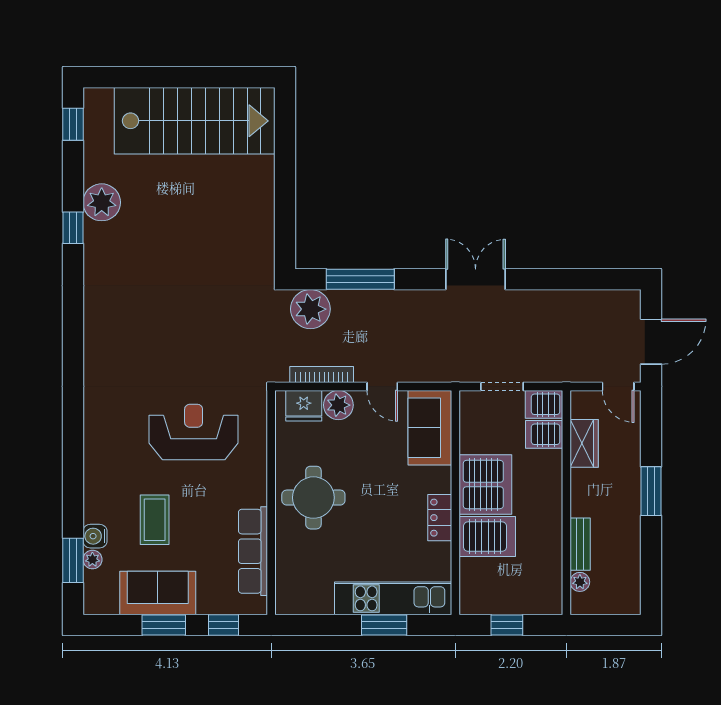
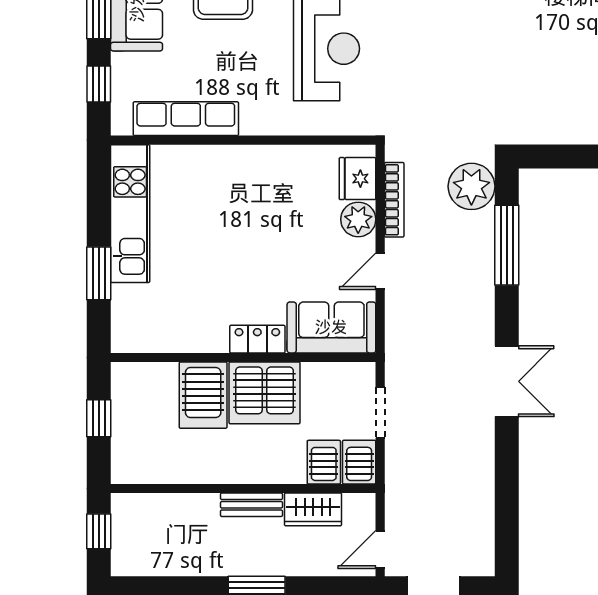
round table: (313, 498) -> (249, 190), removed
locker: (440, 518) -> (257, 339), moved
bench: (580, 544) -> (251, 505), moved
plant: (580, 582) -> (150, 504), removed
kitchen unit: (393, 598) -> (130, 214), moved
window: (603, 625) -> (99, 531), added

